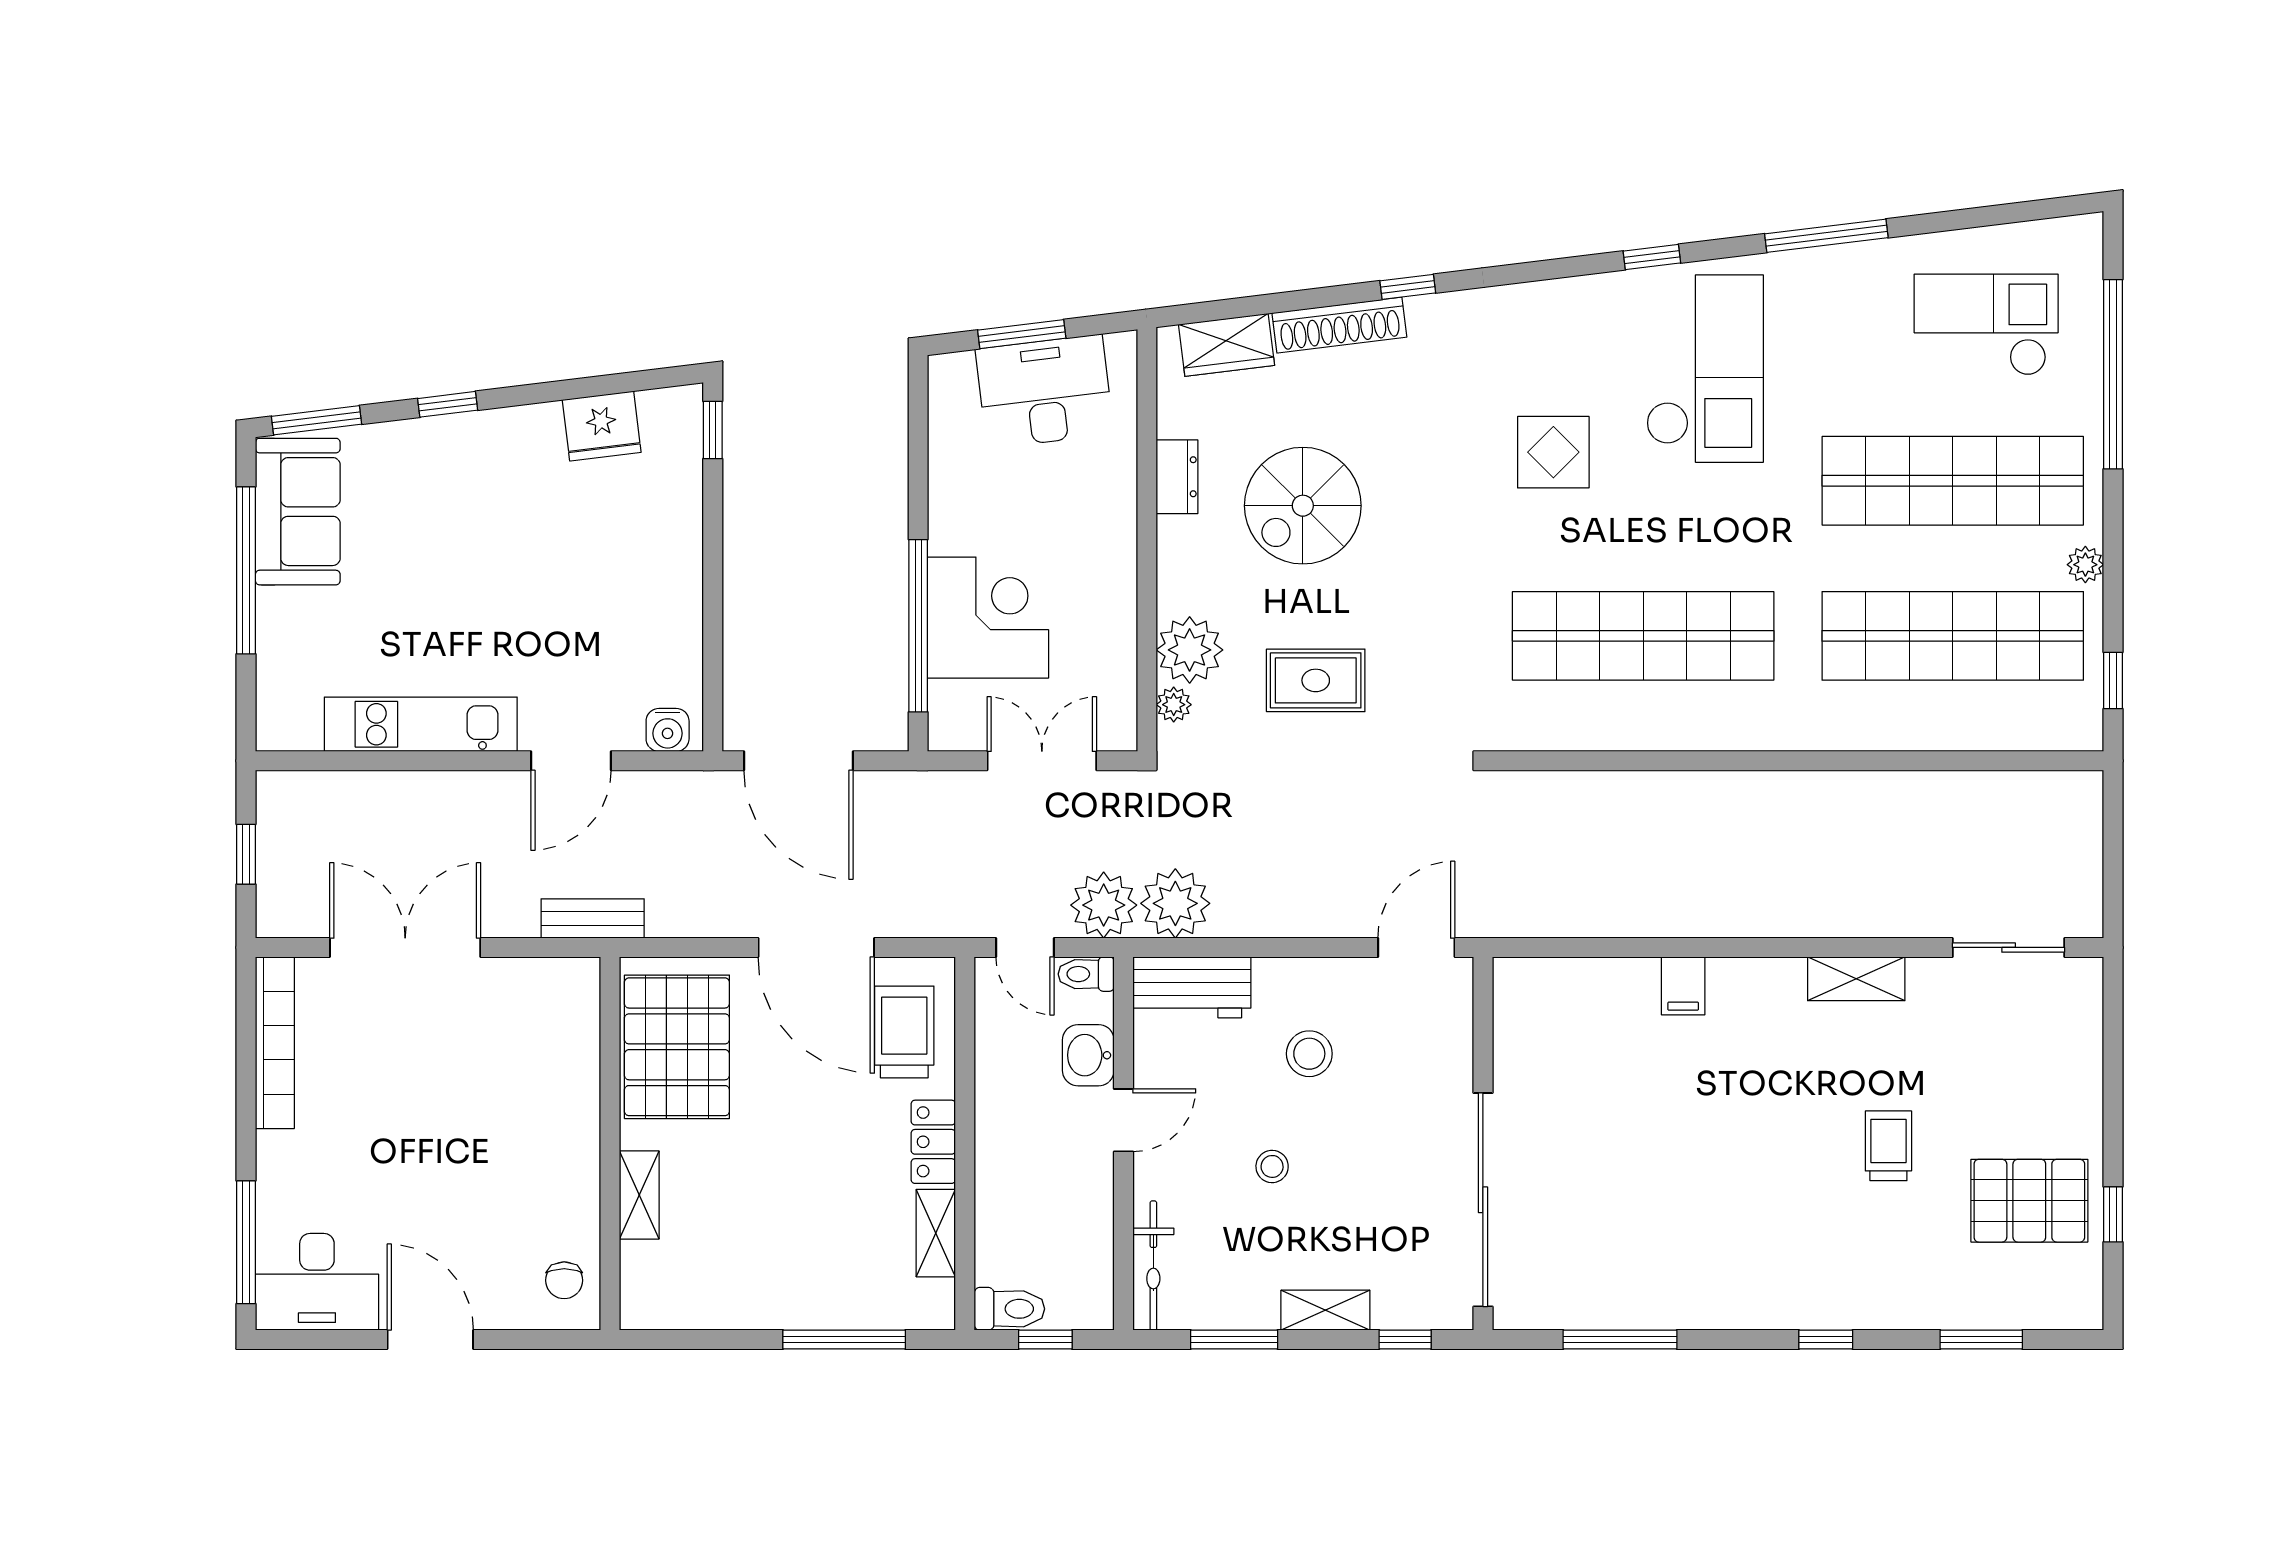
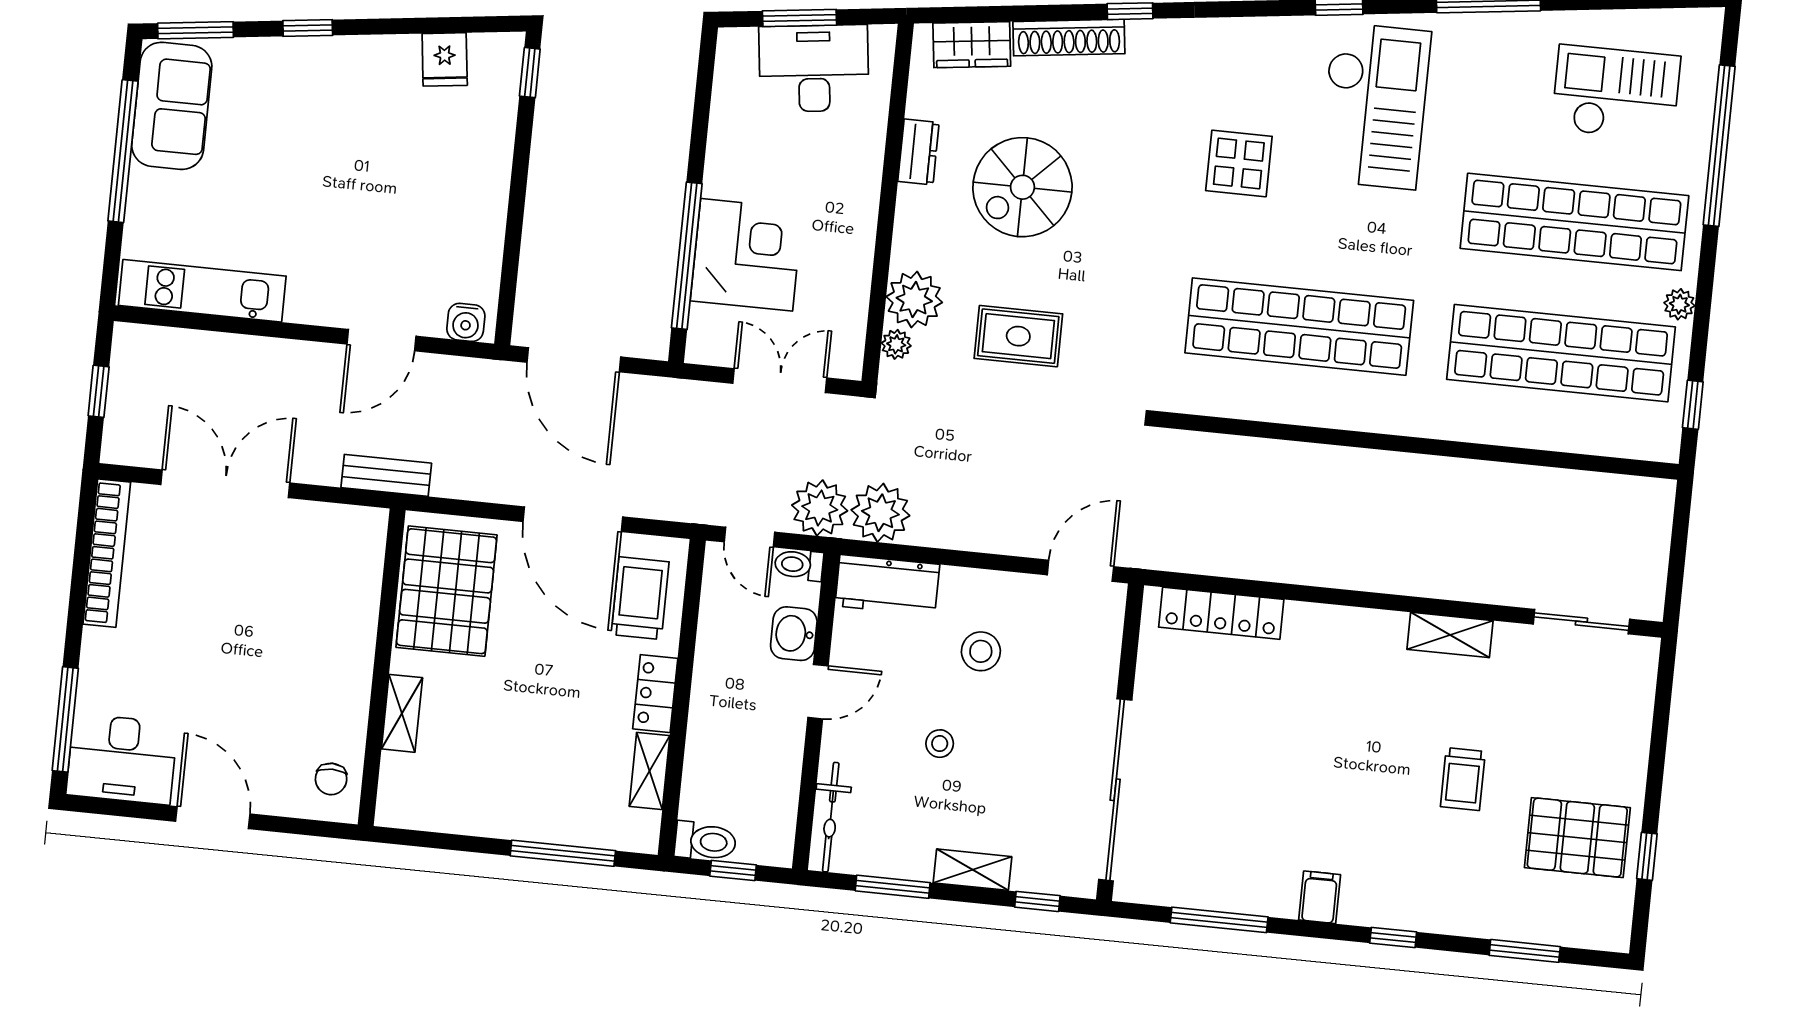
fridge: (602, 426) -> (445, 59), width x0.72
kitchen unit: (421, 724) -> (202, 291), moved
locker: (1586, 981) -> (1221, 613), added
filing cabinet: (1683, 986) -> (1320, 897), moved, turned 180
trolley: (1888, 1146) -> (1463, 779), turned 180

